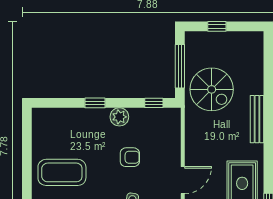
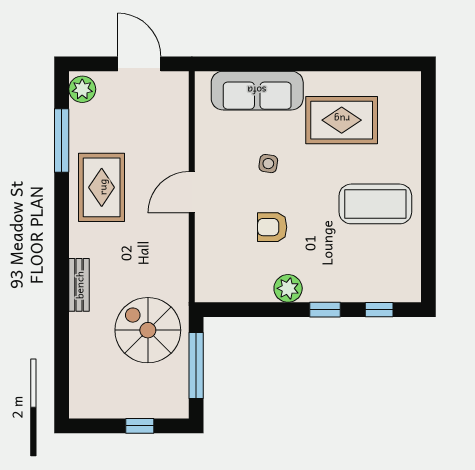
window: (154, 103) -> (379, 310), moved
bench: (257, 119) -> (79, 285), width x0.73

